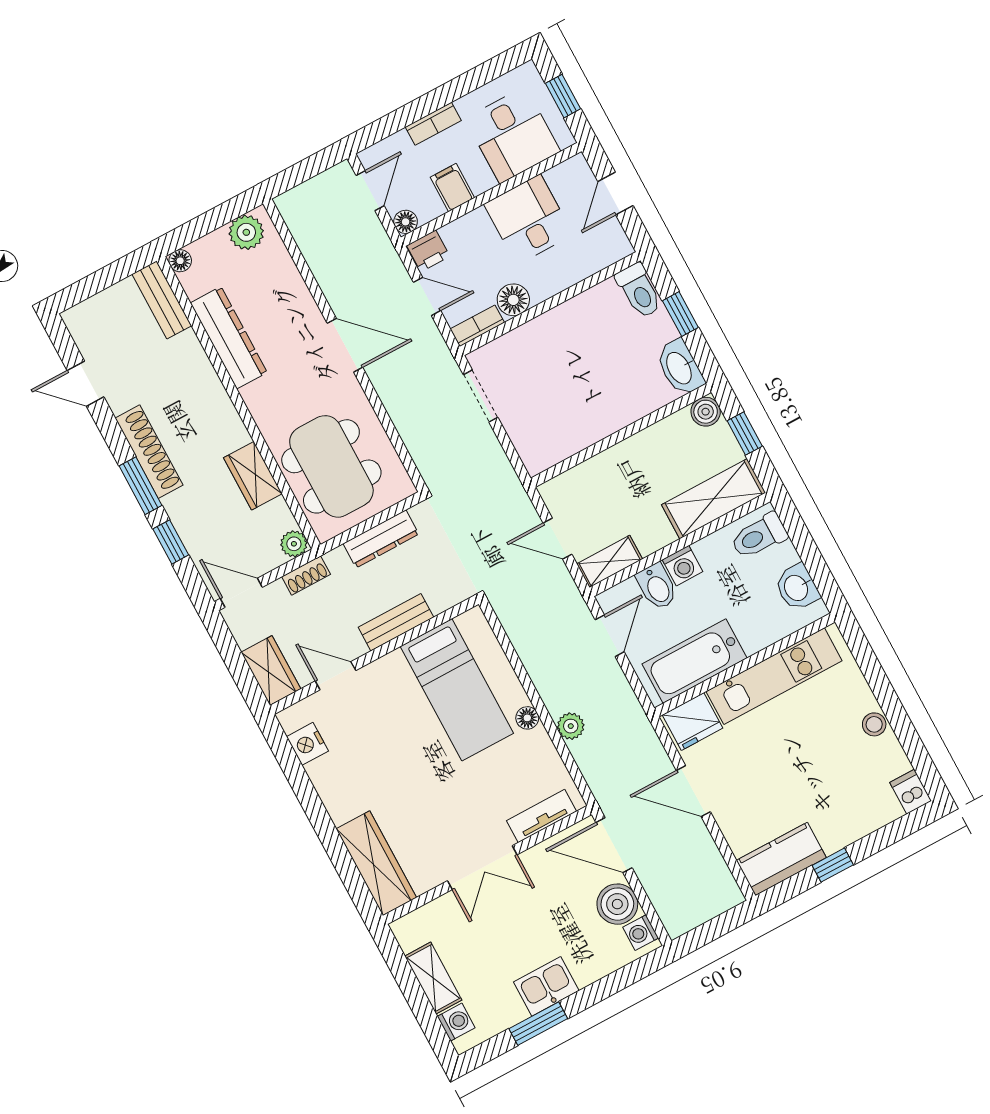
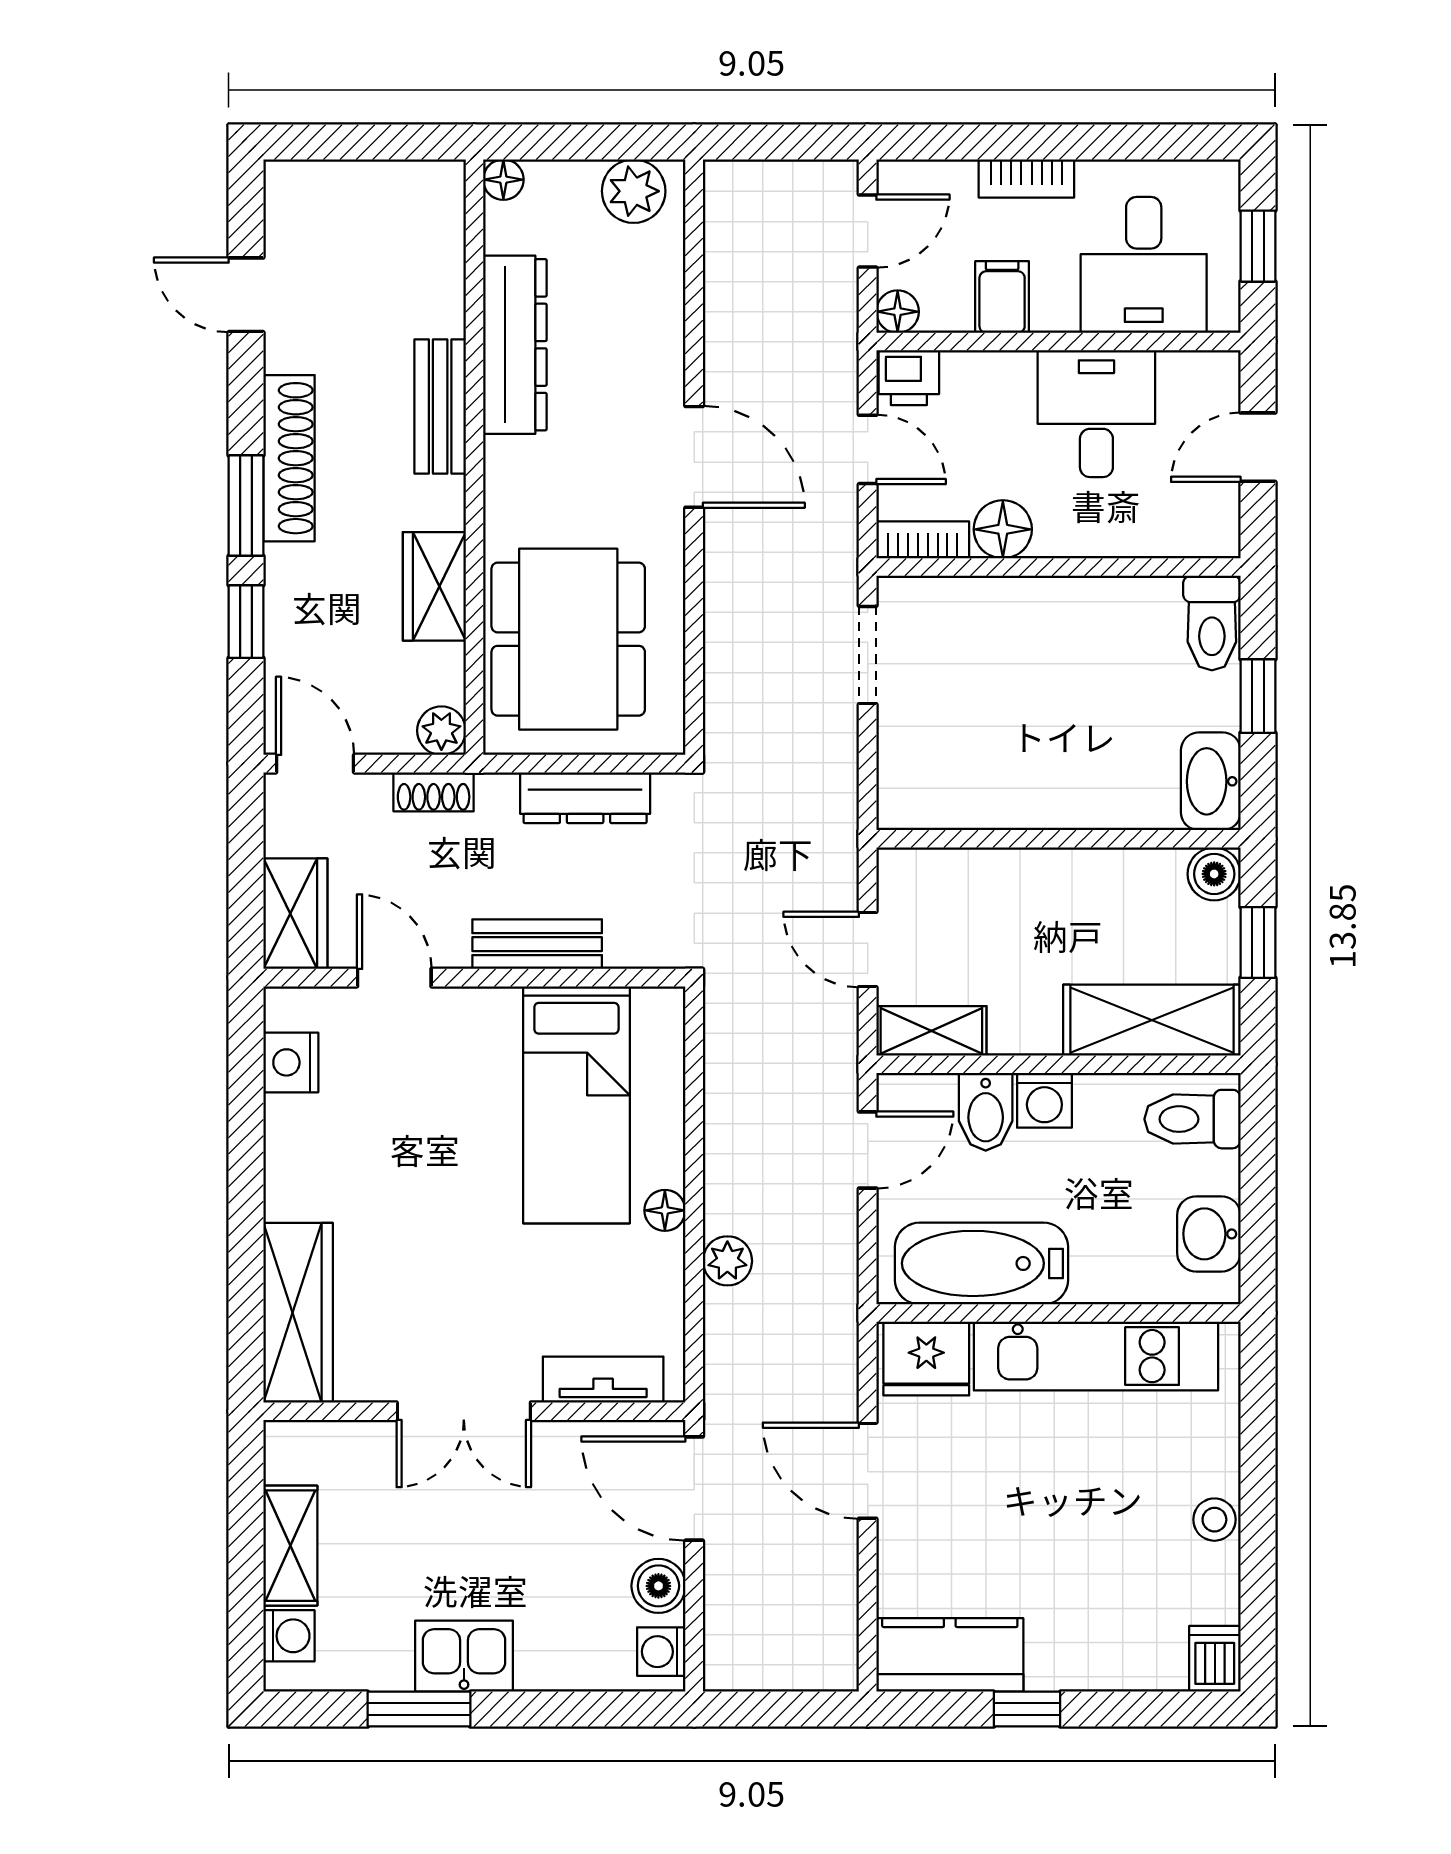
bench: (162, 300) -> (440, 406), moved
boiler: (617, 904) -> (658, 1586), width x0.73, depth x0.73

